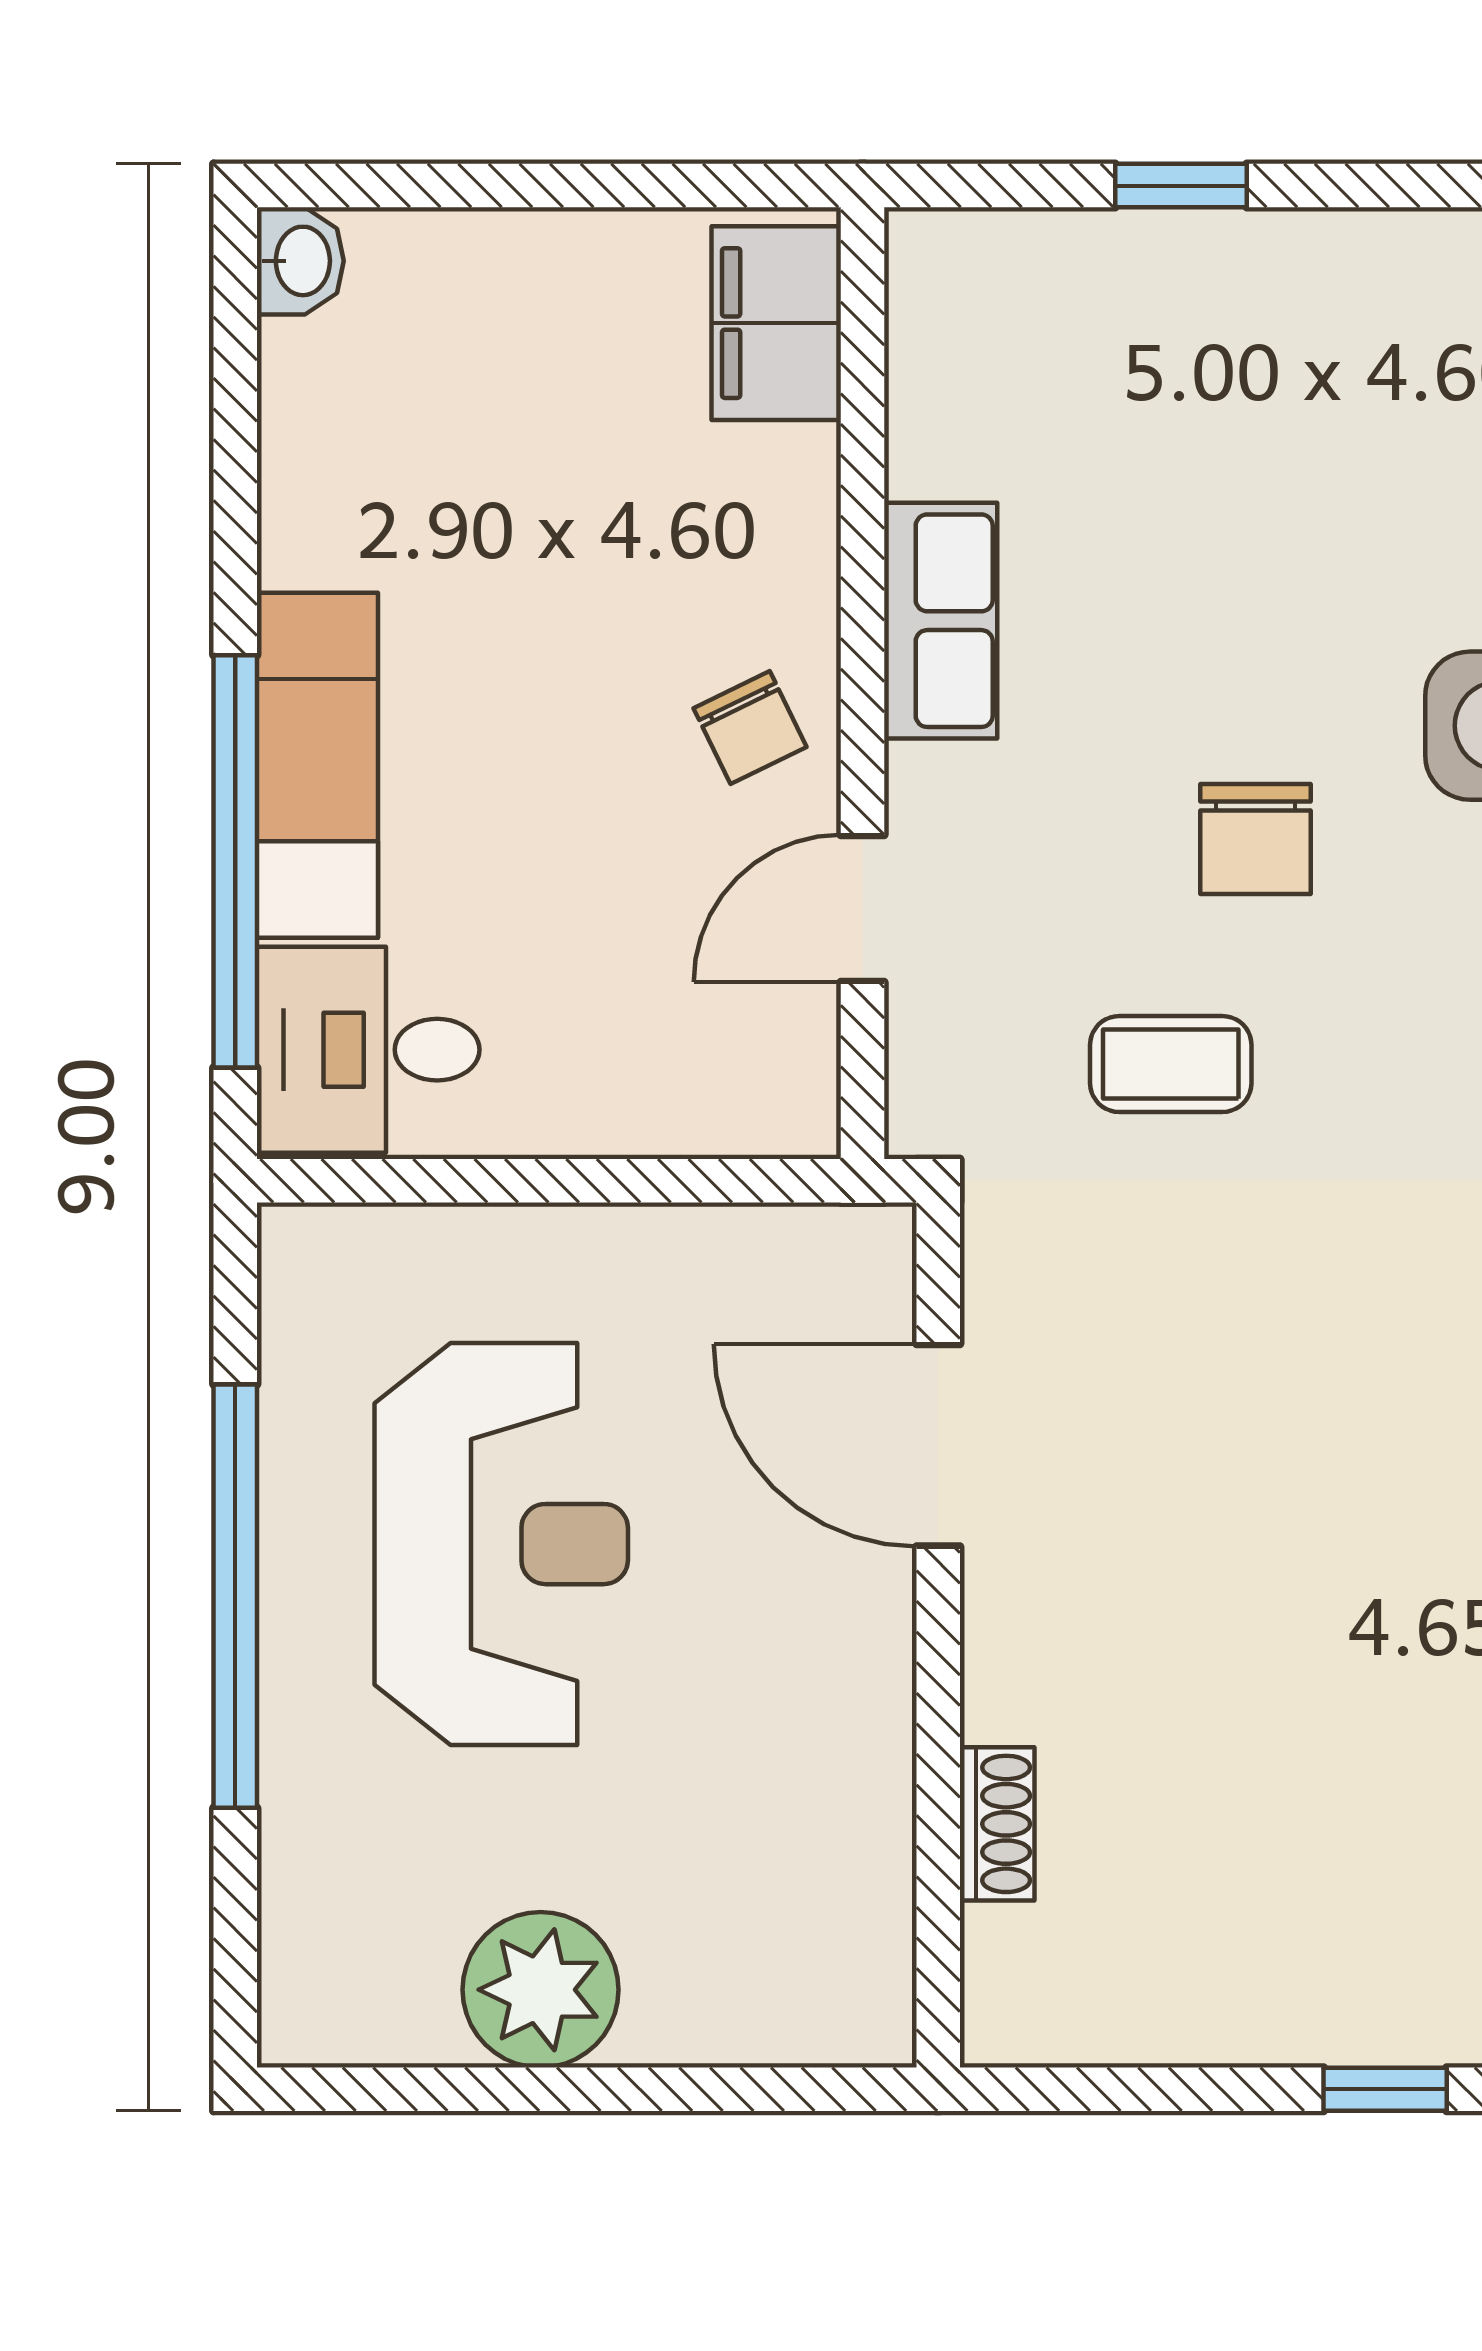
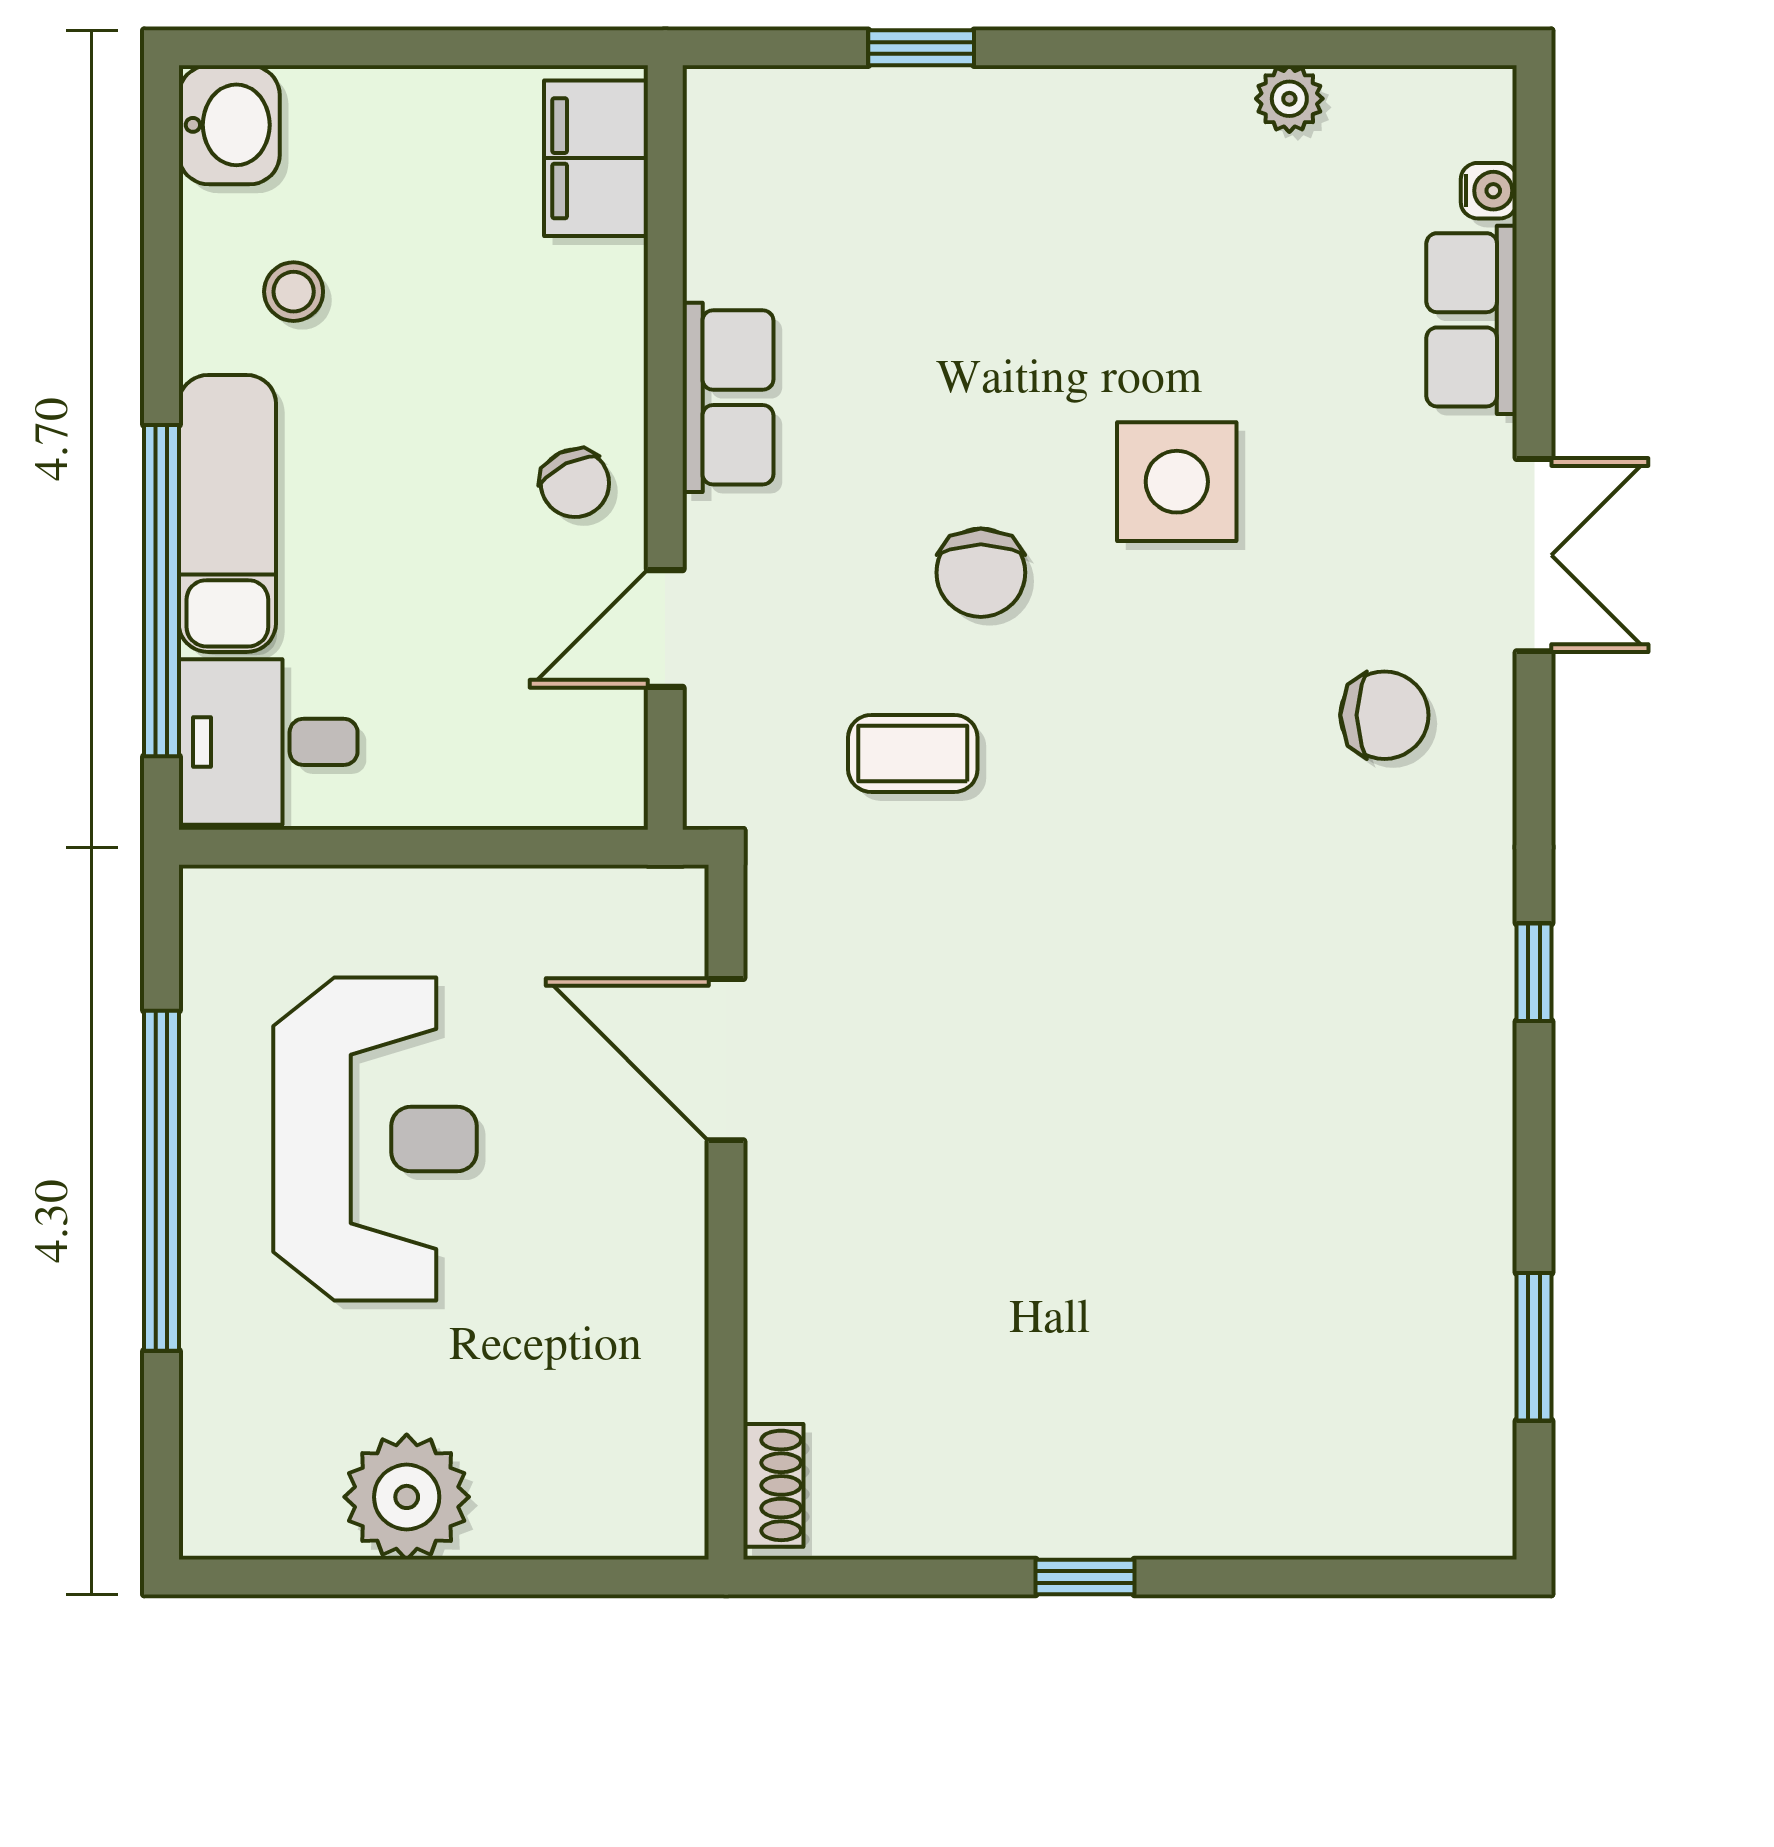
washbasin: (300, 261) -> (229, 125), width x1.38, depth x1.45
stool: (400, 489) -> (294, 292), added
shoe rack: (997, 1824) -> (773, 1485), moved

